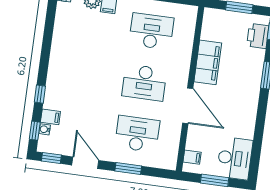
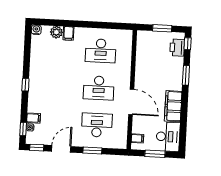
desk: (151, 31) -> (101, 51), turned 180
filing cabinet: (208, 62) -> (173, 106), moved, turned 180
window: (40, 94) -> (25, 85), moved
door: (85, 163) -> (61, 149), hinge flipped

